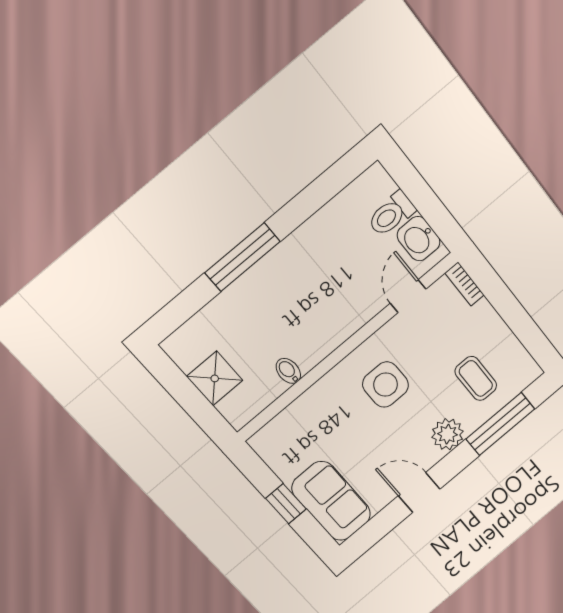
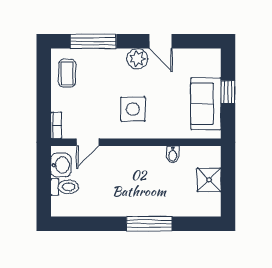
coffee table: (476, 378) -> (67, 73), moved
plant: (448, 434) -> (137, 59), moved
sofa: (331, 501) -> (206, 104), moved

